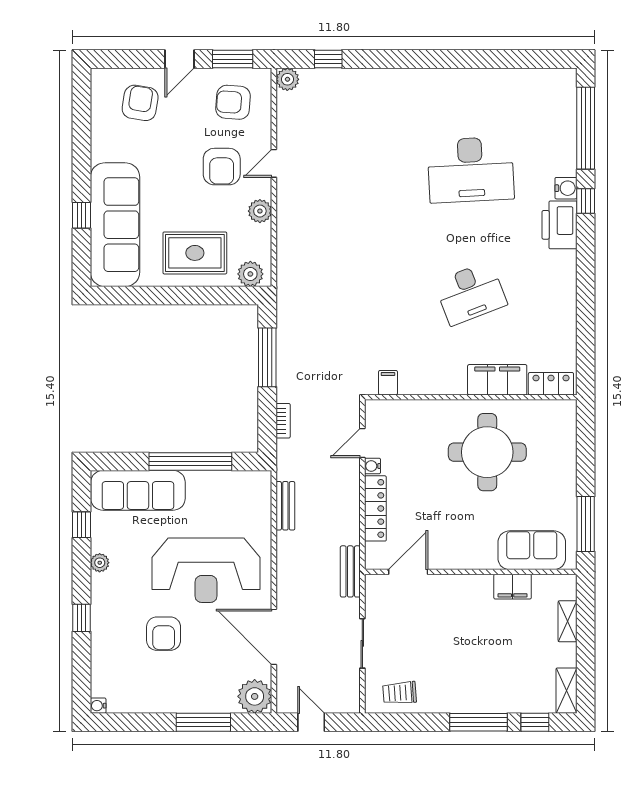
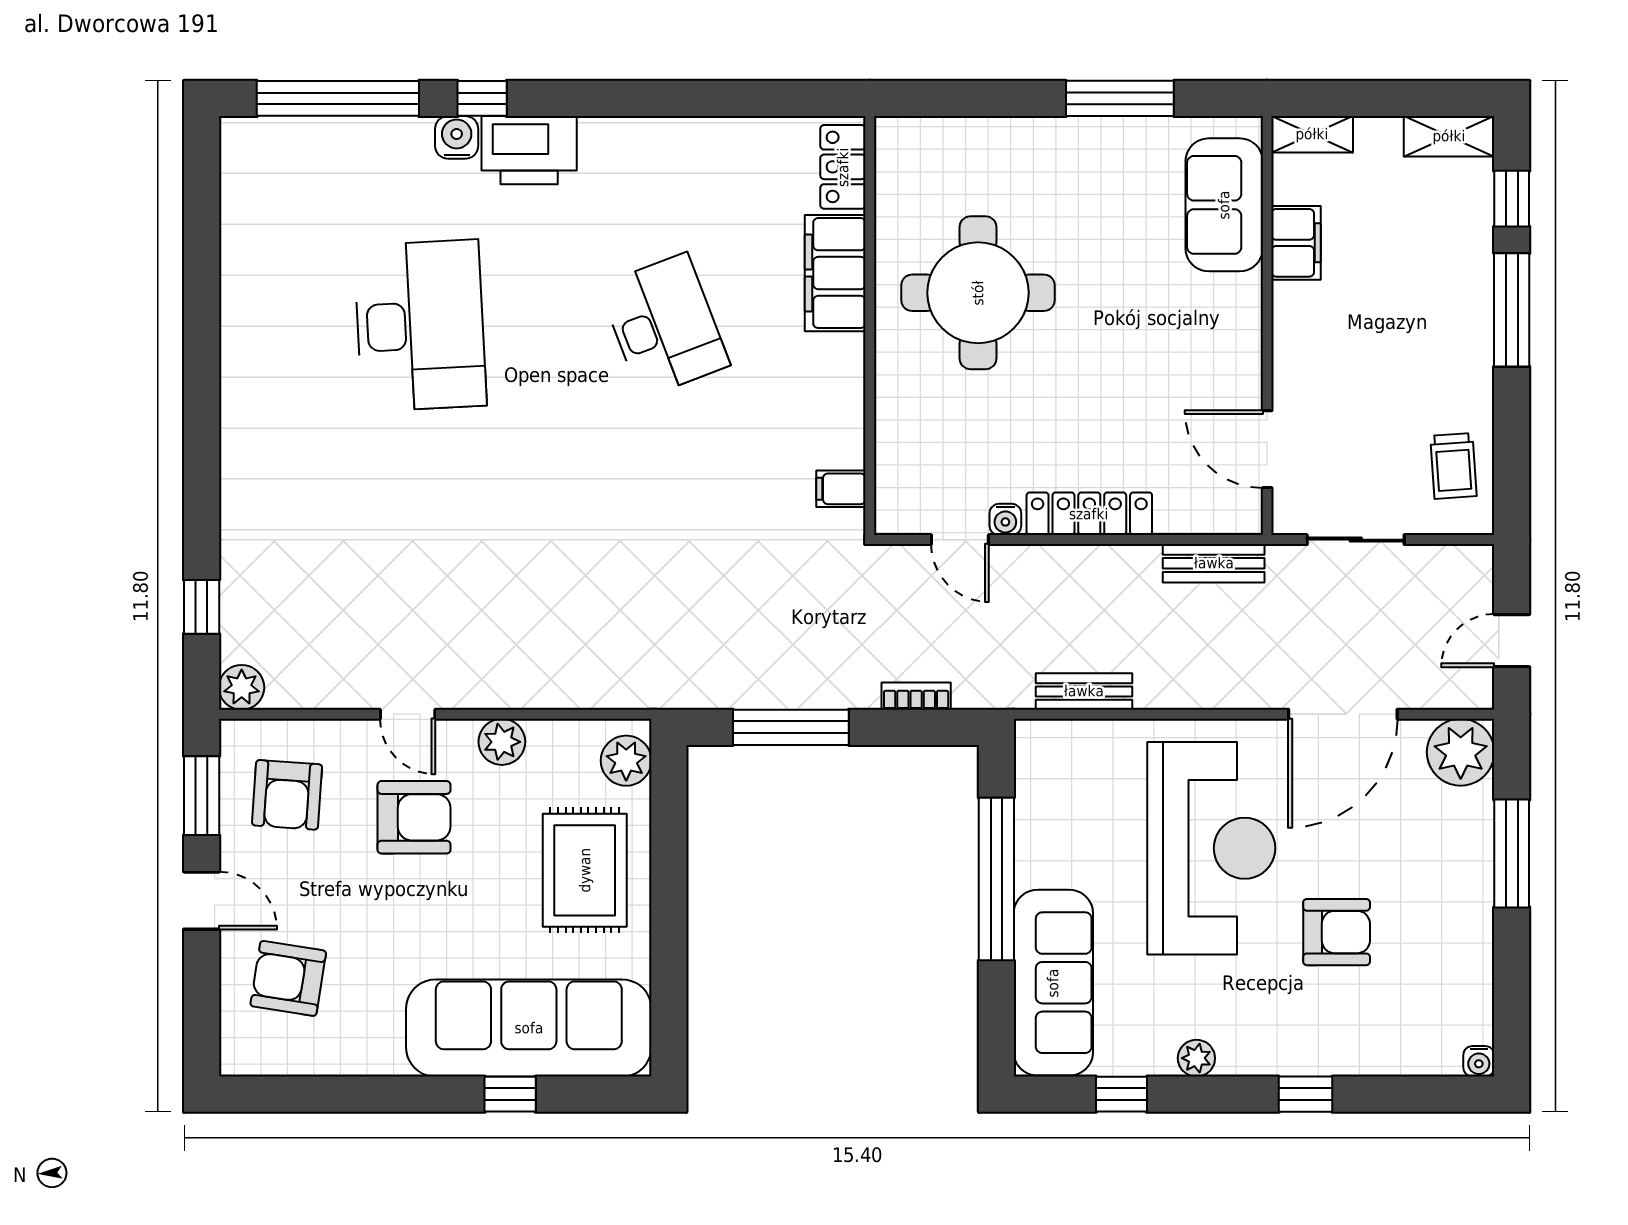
sofa: (532, 550) -> (1224, 205), moved
door: (408, 572) -> (1267, 449), moved
wall: (471, 572) -> (1267, 326), moved
filing cabinet: (513, 587) -> (1296, 243), moved

